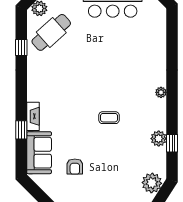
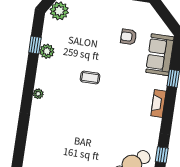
fireplace: (33, 116) -> (158, 103), moved
armchair: (75, 167) -> (129, 37), turned -90

